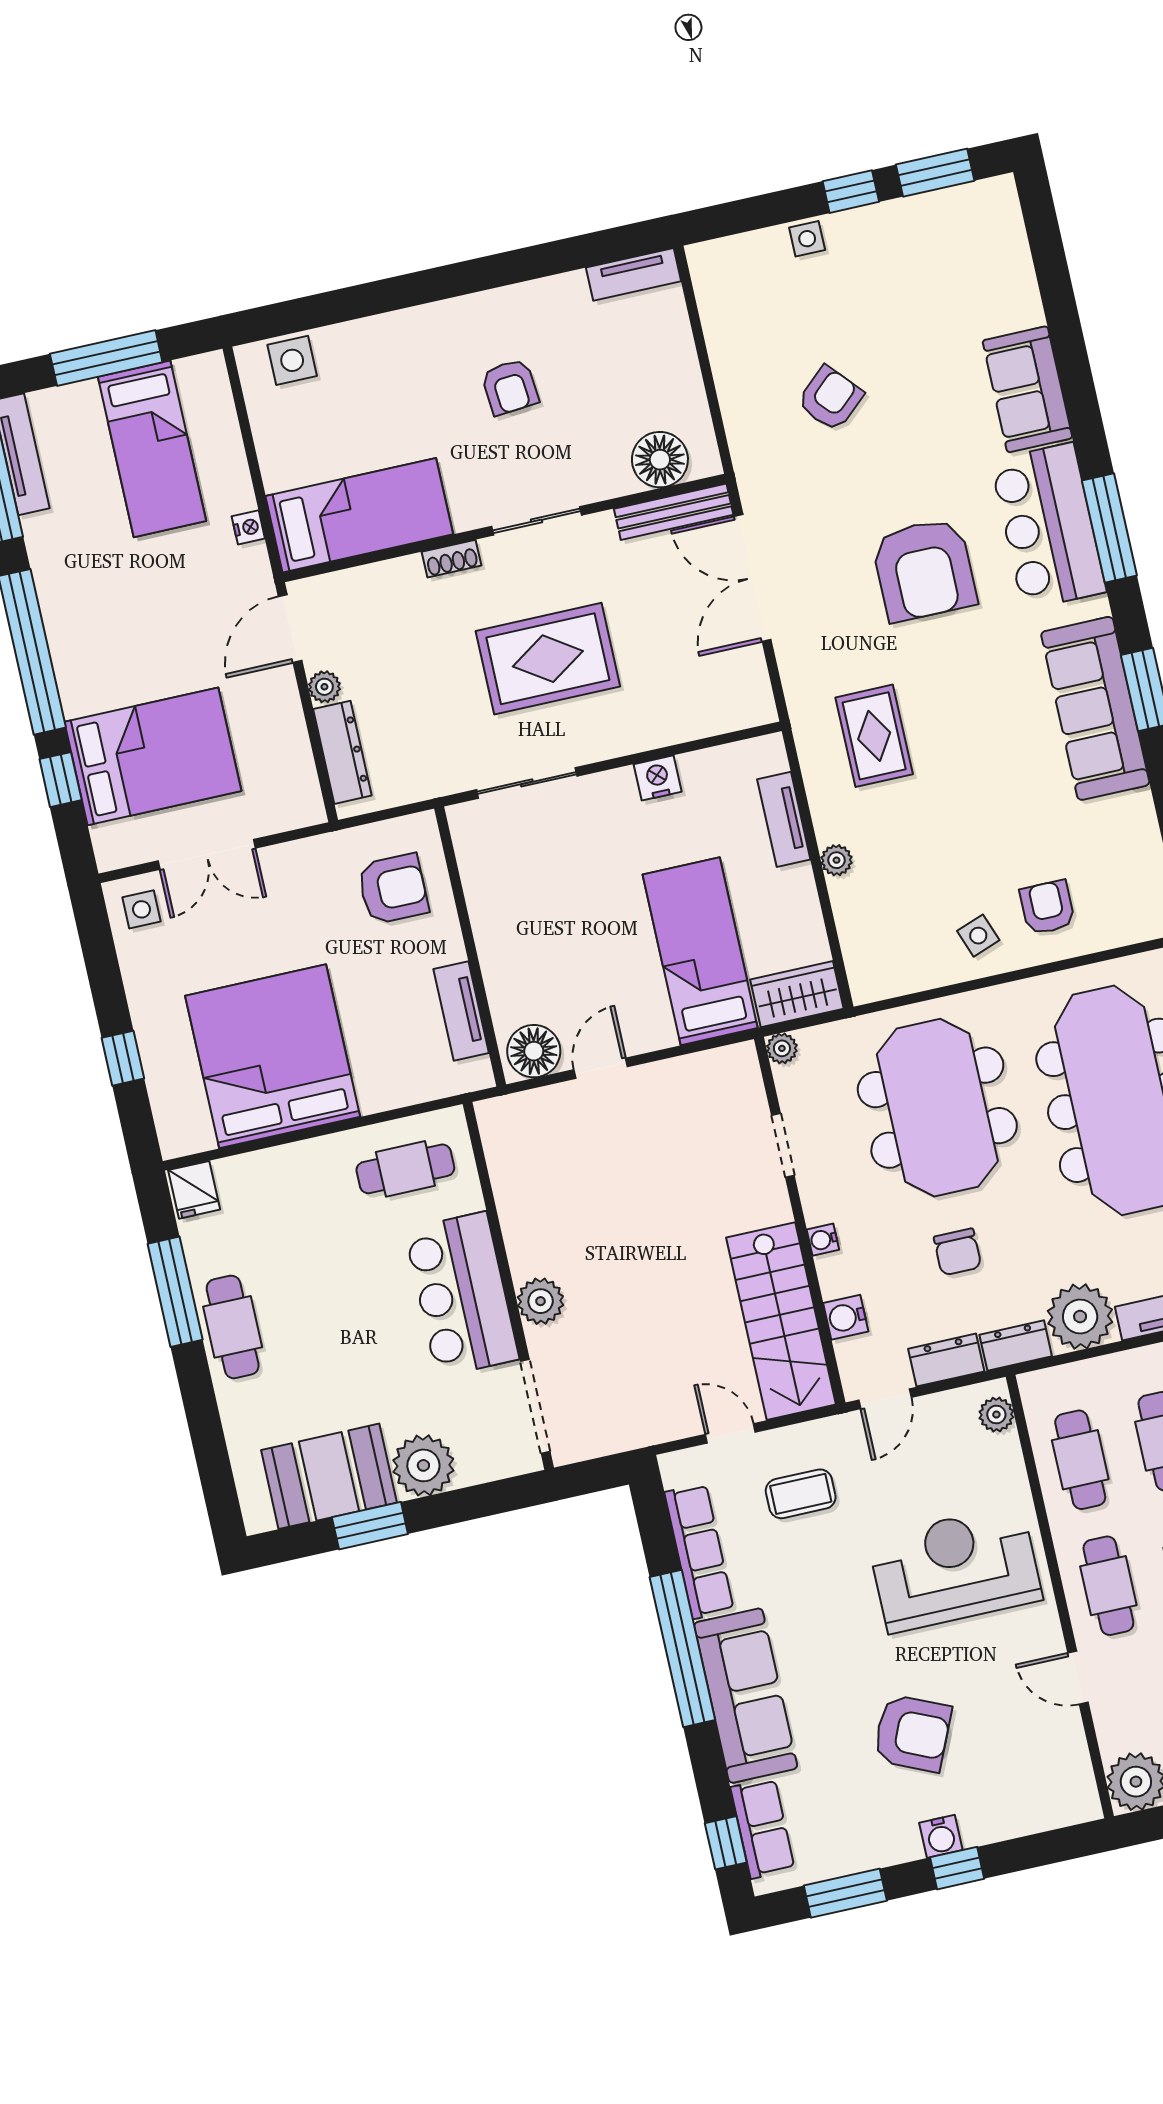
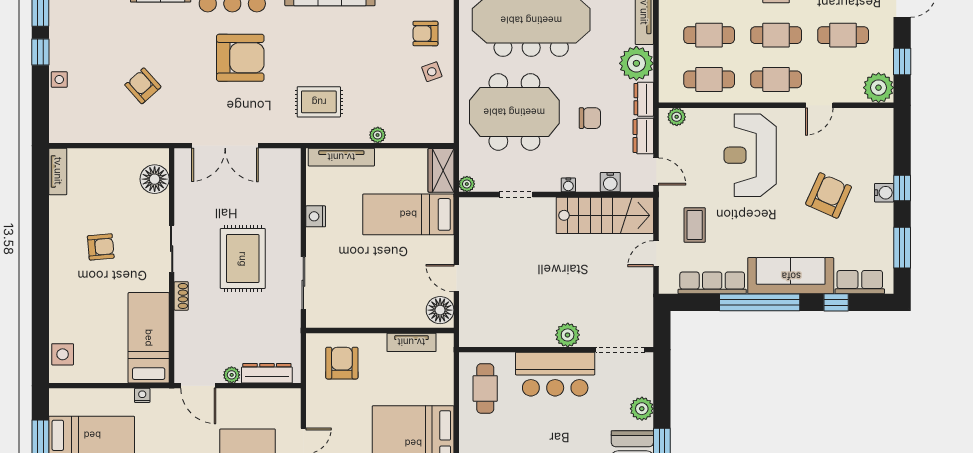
bench: (674, 512) -> (183, 178), removed
tv unit: (784, 819) -> (341, 157), width x1.41
plant: (423, 1465) -> (642, 409), width x0.73, depth x0.73
window: (726, 1843) -> (836, 302), moved

